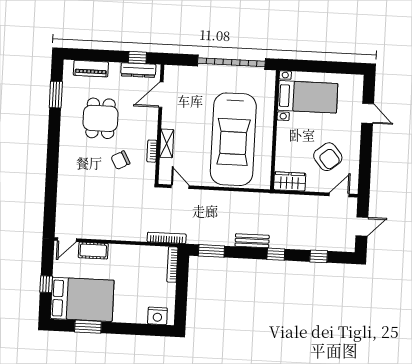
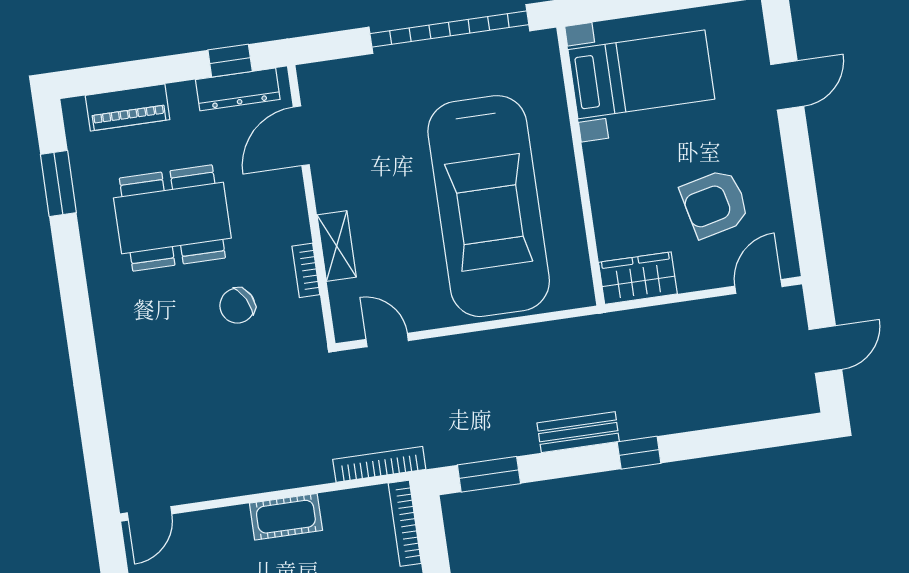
door: (368, 113) -> (787, 85), hinge flipped
dining table: (101, 118) -> (172, 218), width x1.38
armchair: (328, 157) -> (715, 204), turned 116
cot: (93, 251) -> (286, 517), moved
window: (319, 256) -> (739, 438), removed

